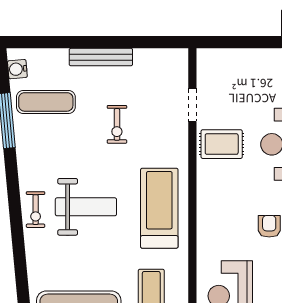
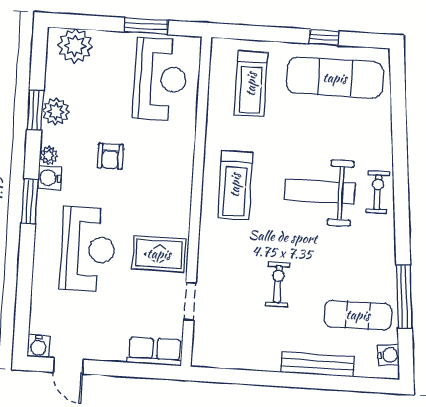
bench: (101, 57) -> (317, 364), moved
row of seats: (220, 60) -> (155, 351), added
treadmill: (159, 208) -> (235, 185), width x0.73, depth x0.73

